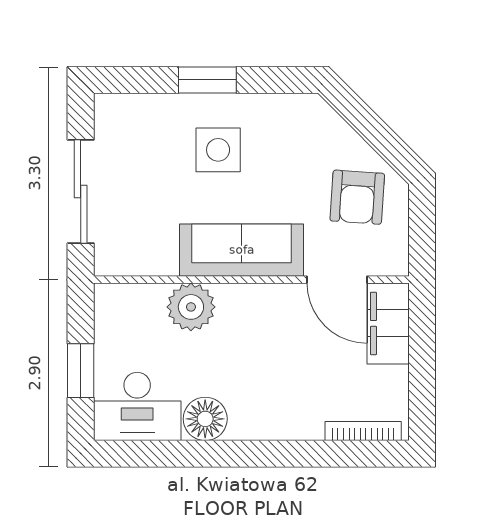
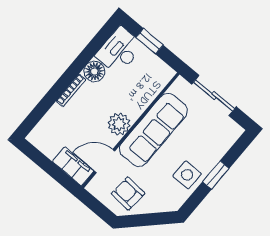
side table: (218, 150) -> (187, 175), moved
sofa: (242, 250) -> (153, 130), width x1.36, depth x1.27
plant: (191, 307) -> (119, 124), moved
bookcase: (363, 431) -> (71, 90), moved

